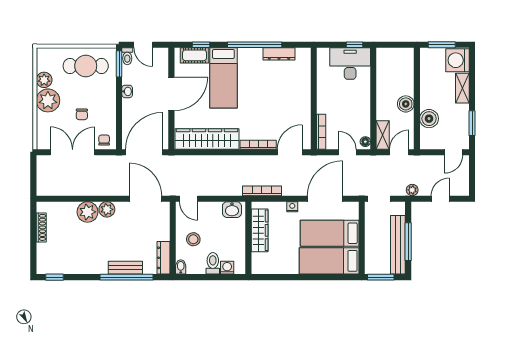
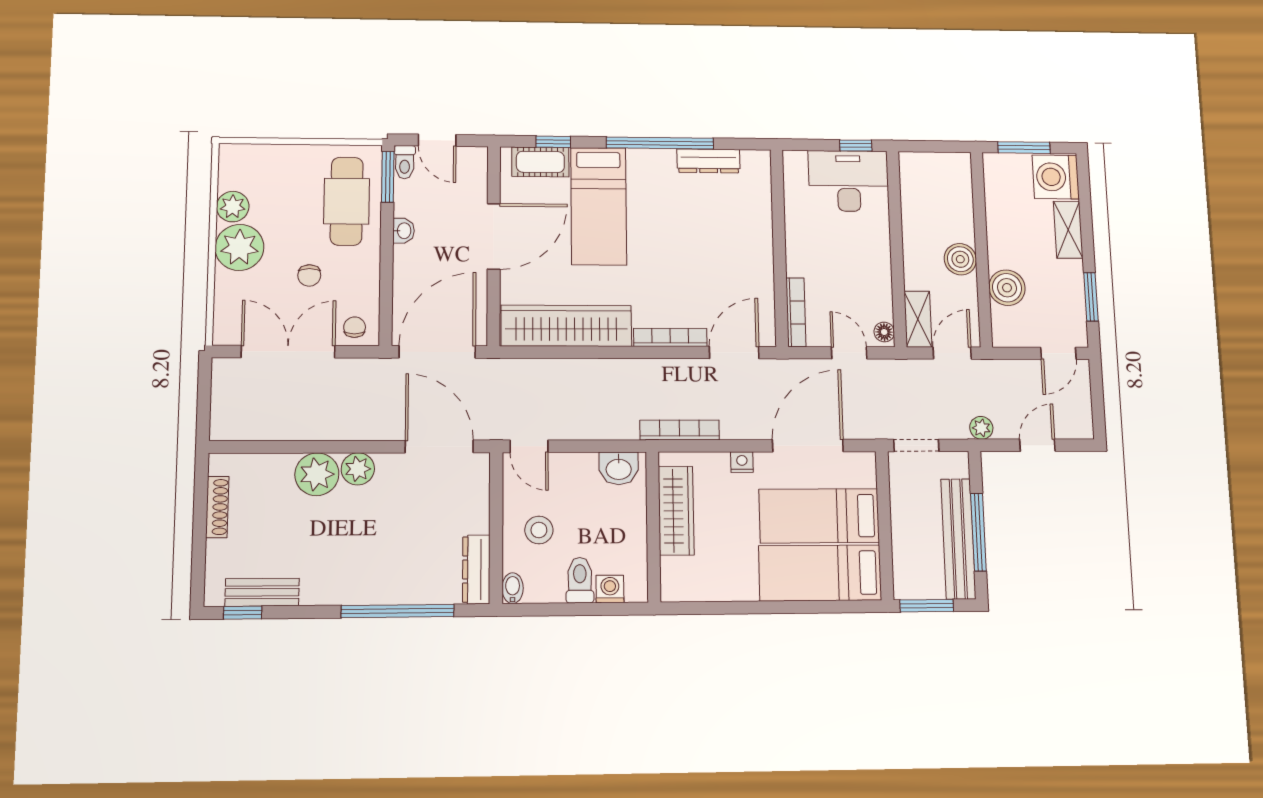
cafe table: (86, 66) -> (347, 201), moved, turned 90
bench: (125, 268) -> (262, 592), moved

